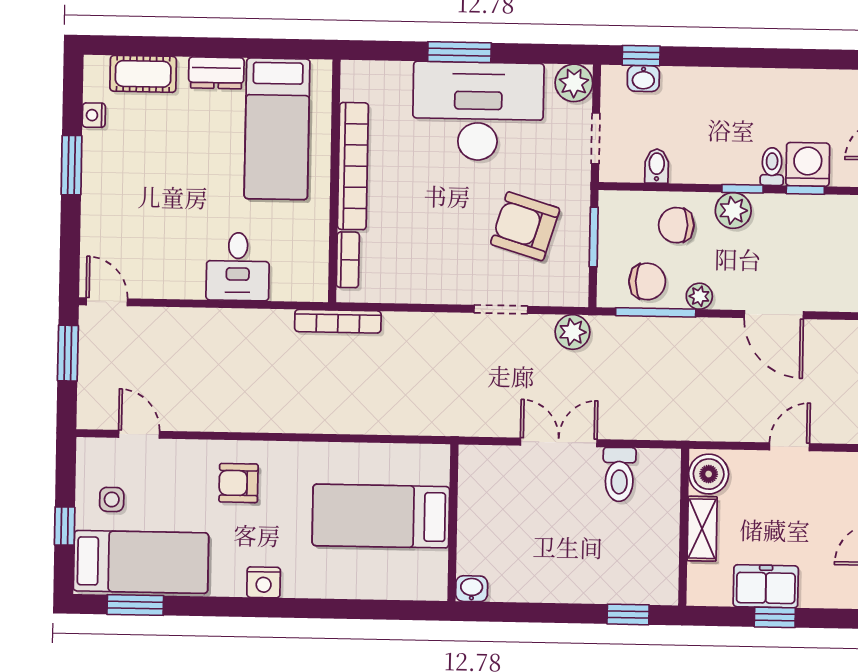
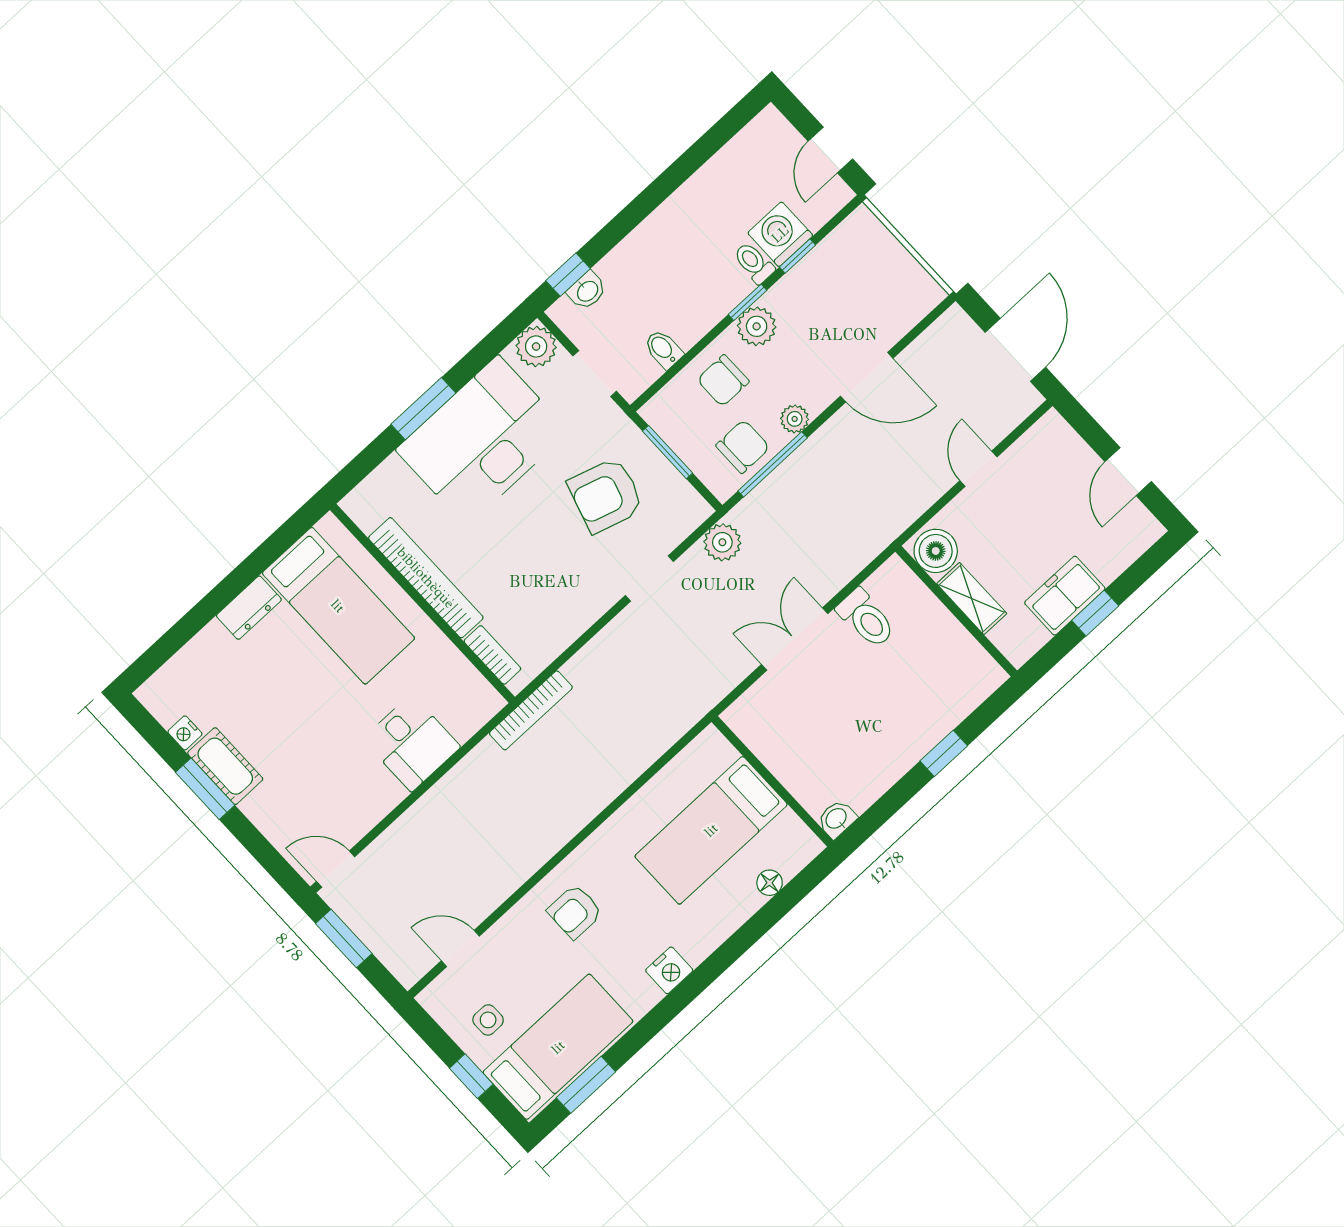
cot: (143, 74) -> (225, 766), moved, turned 90
floor lamp: (386, 588) -> (770, 883), added
window: (628, 614) -> (944, 753), moved

